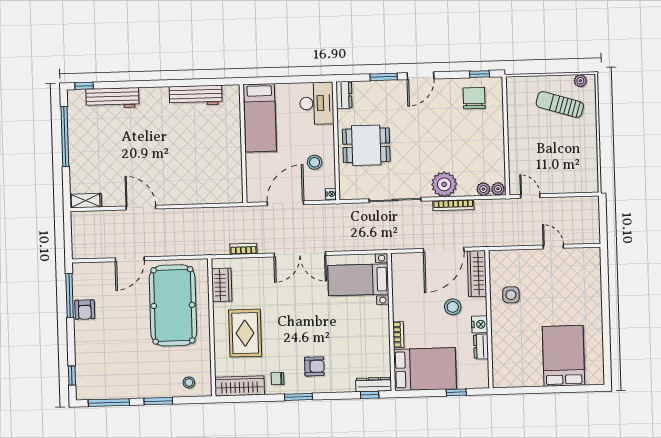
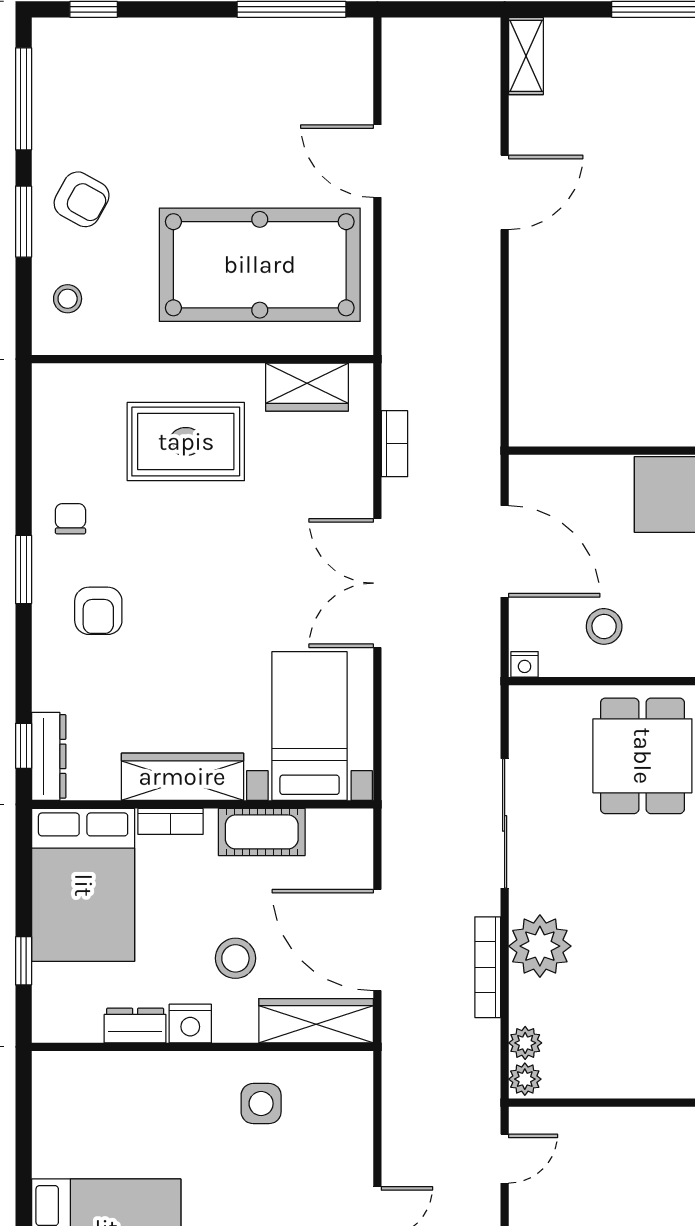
cot: (401, 298) -> (262, 832), added
armchair: (85, 310) -> (82, 199), moved, turned -151
wardrobe: (240, 386) -> (182, 777), moved, turned -90

